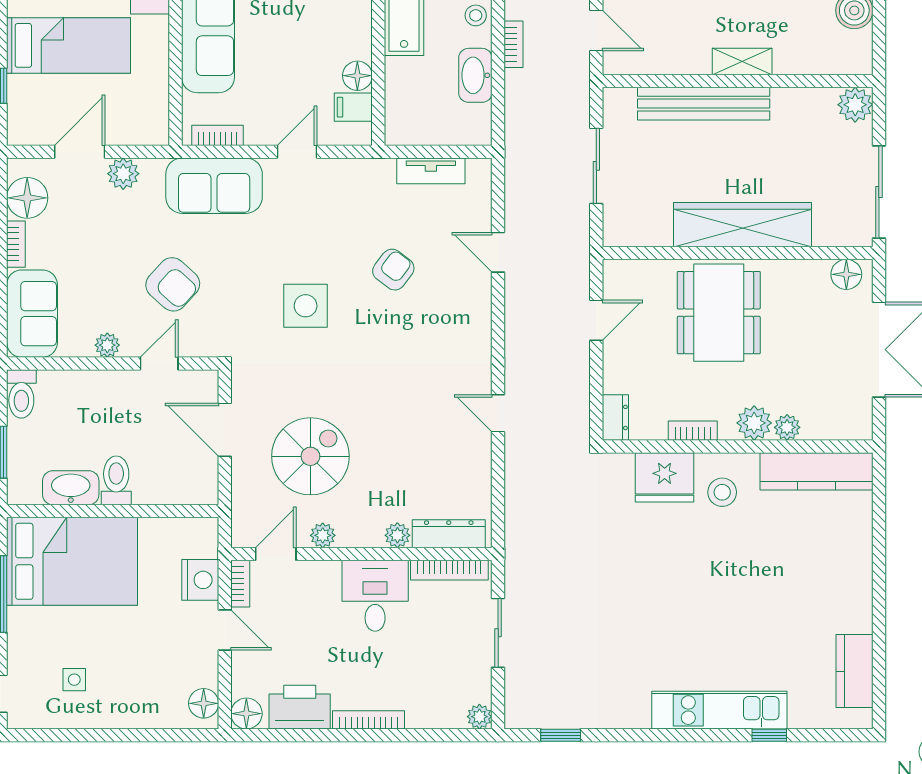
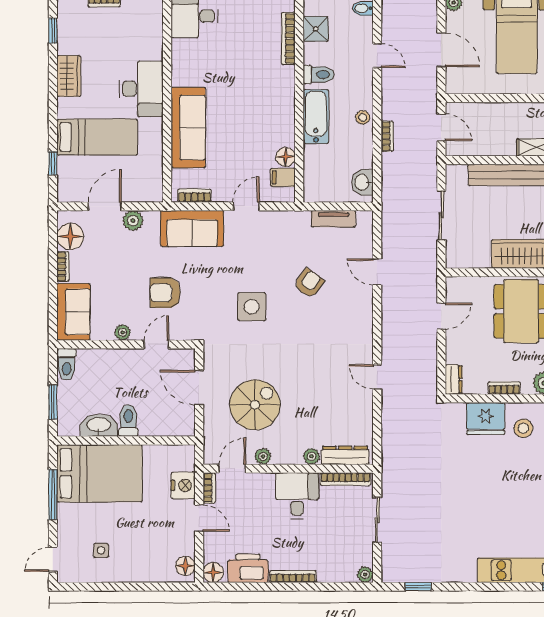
washbasin: (475, 75) -> (362, 182), moved, width x0.72
armchair: (173, 284) -> (165, 293), turned 138

